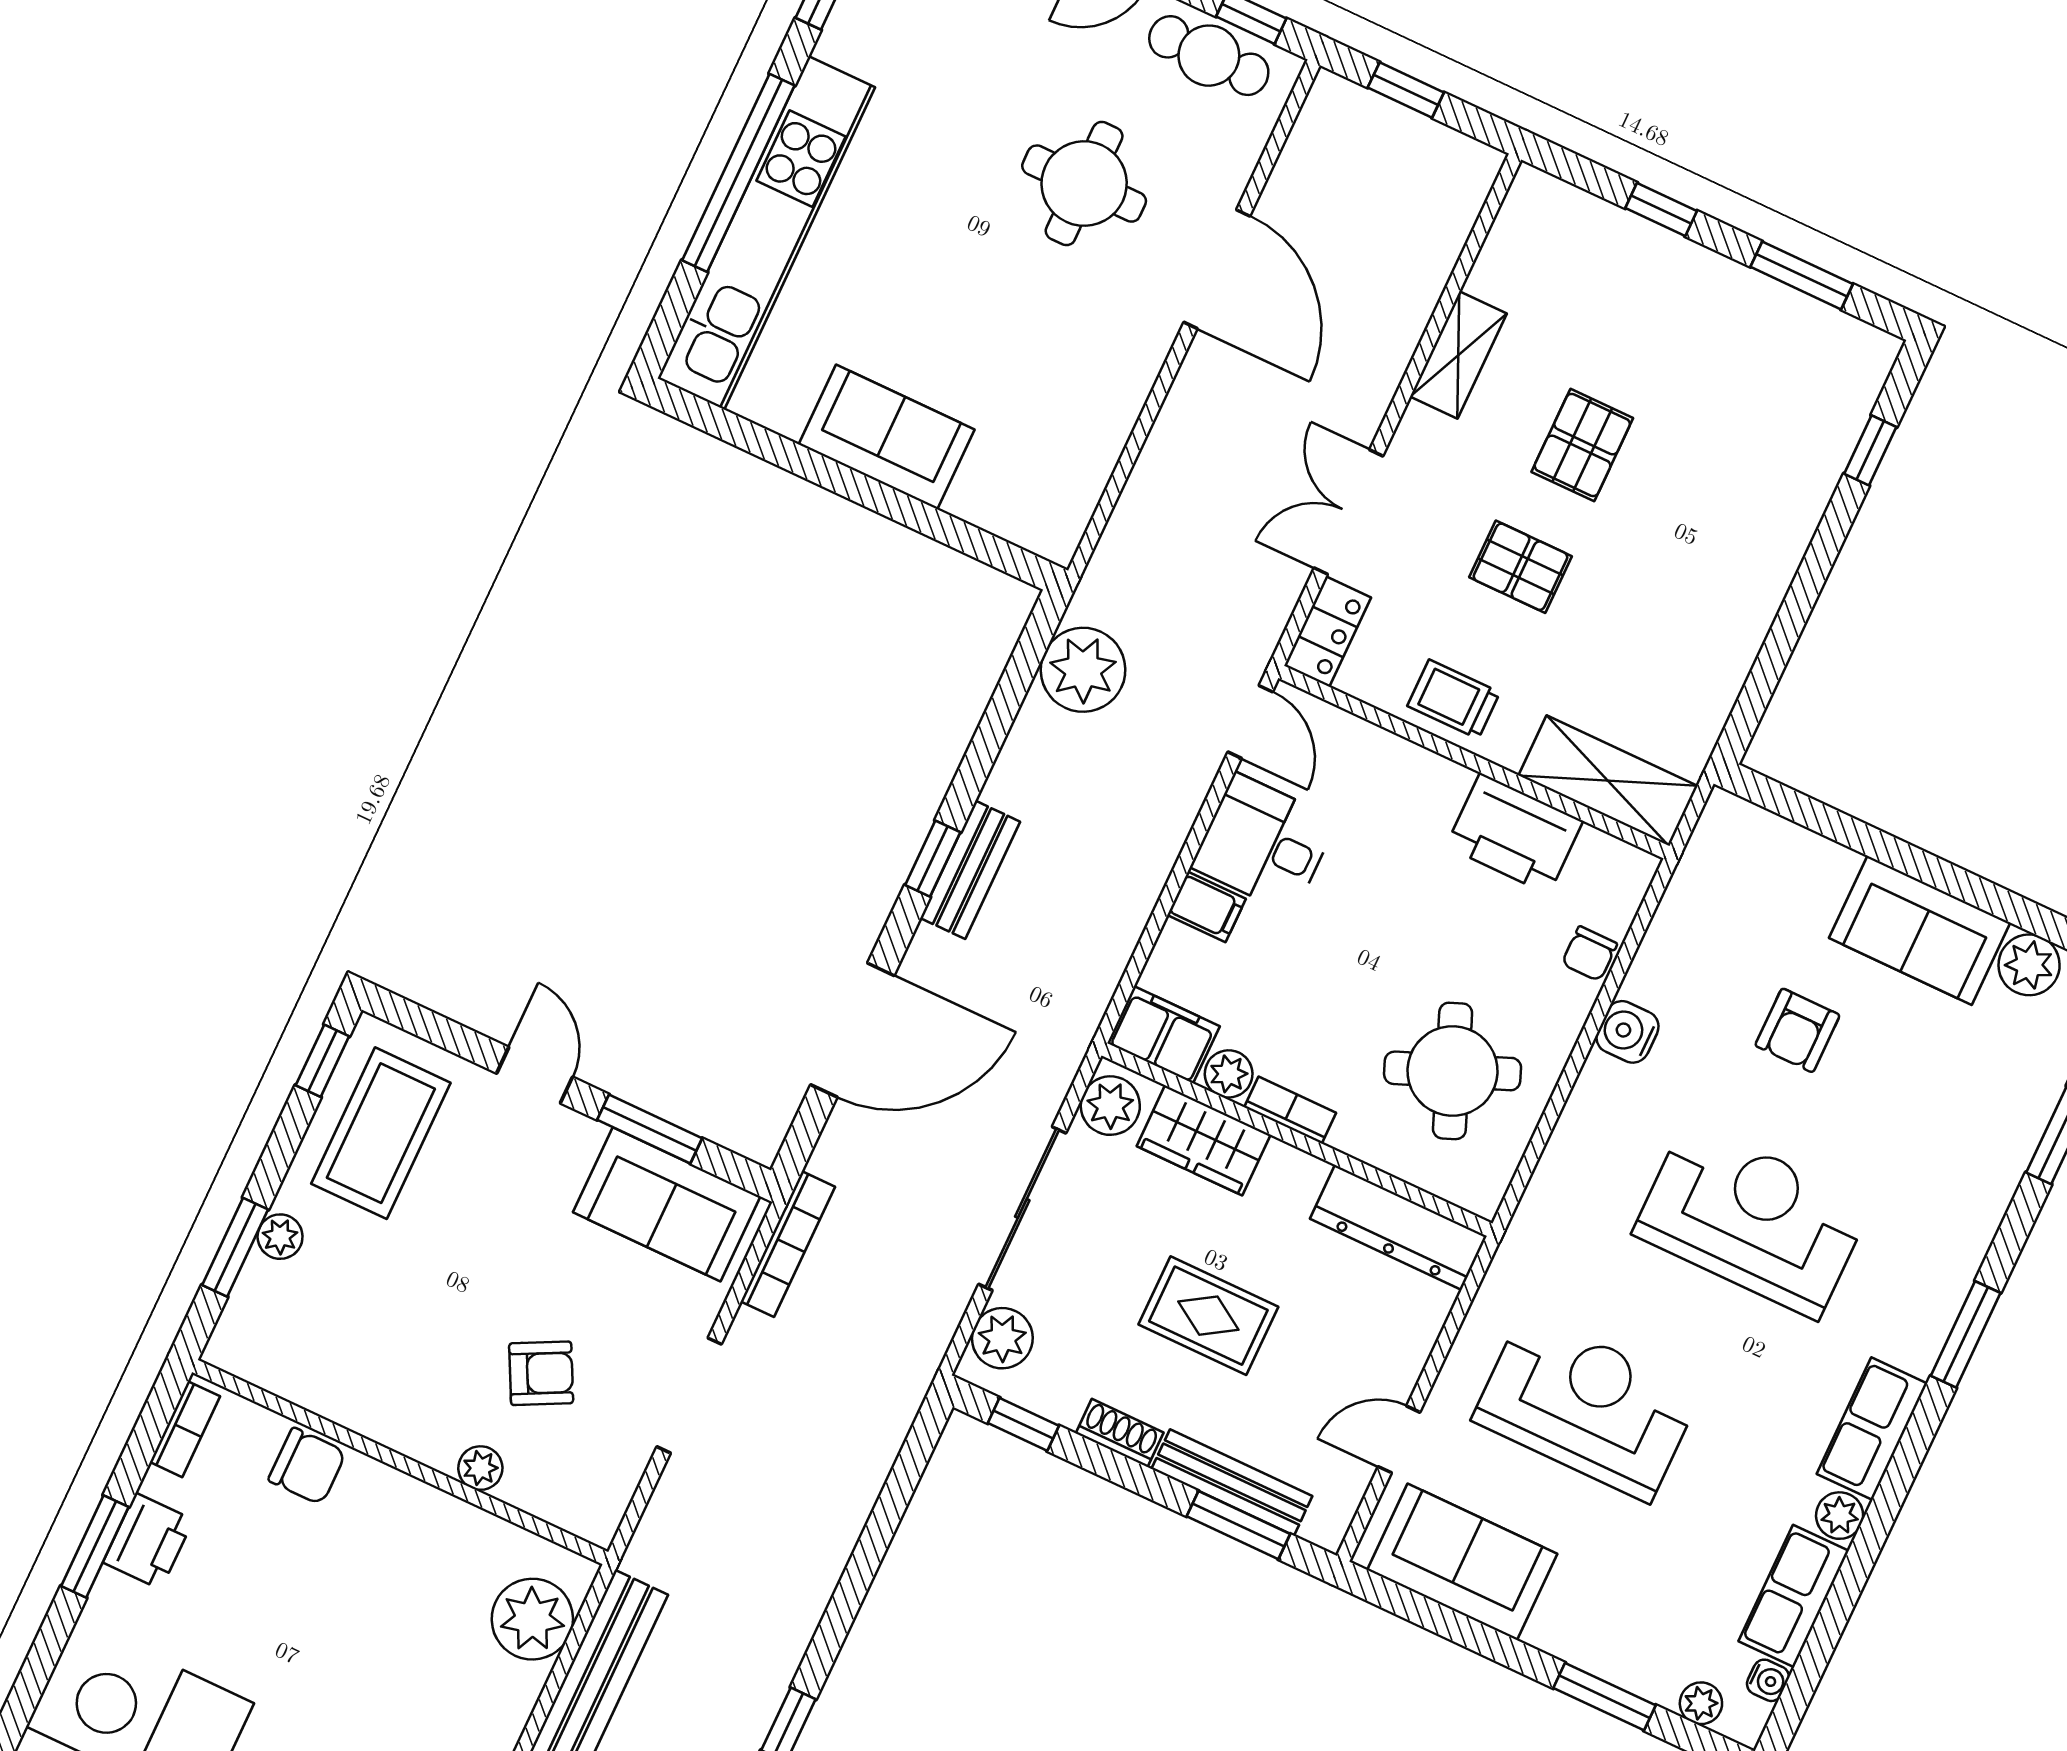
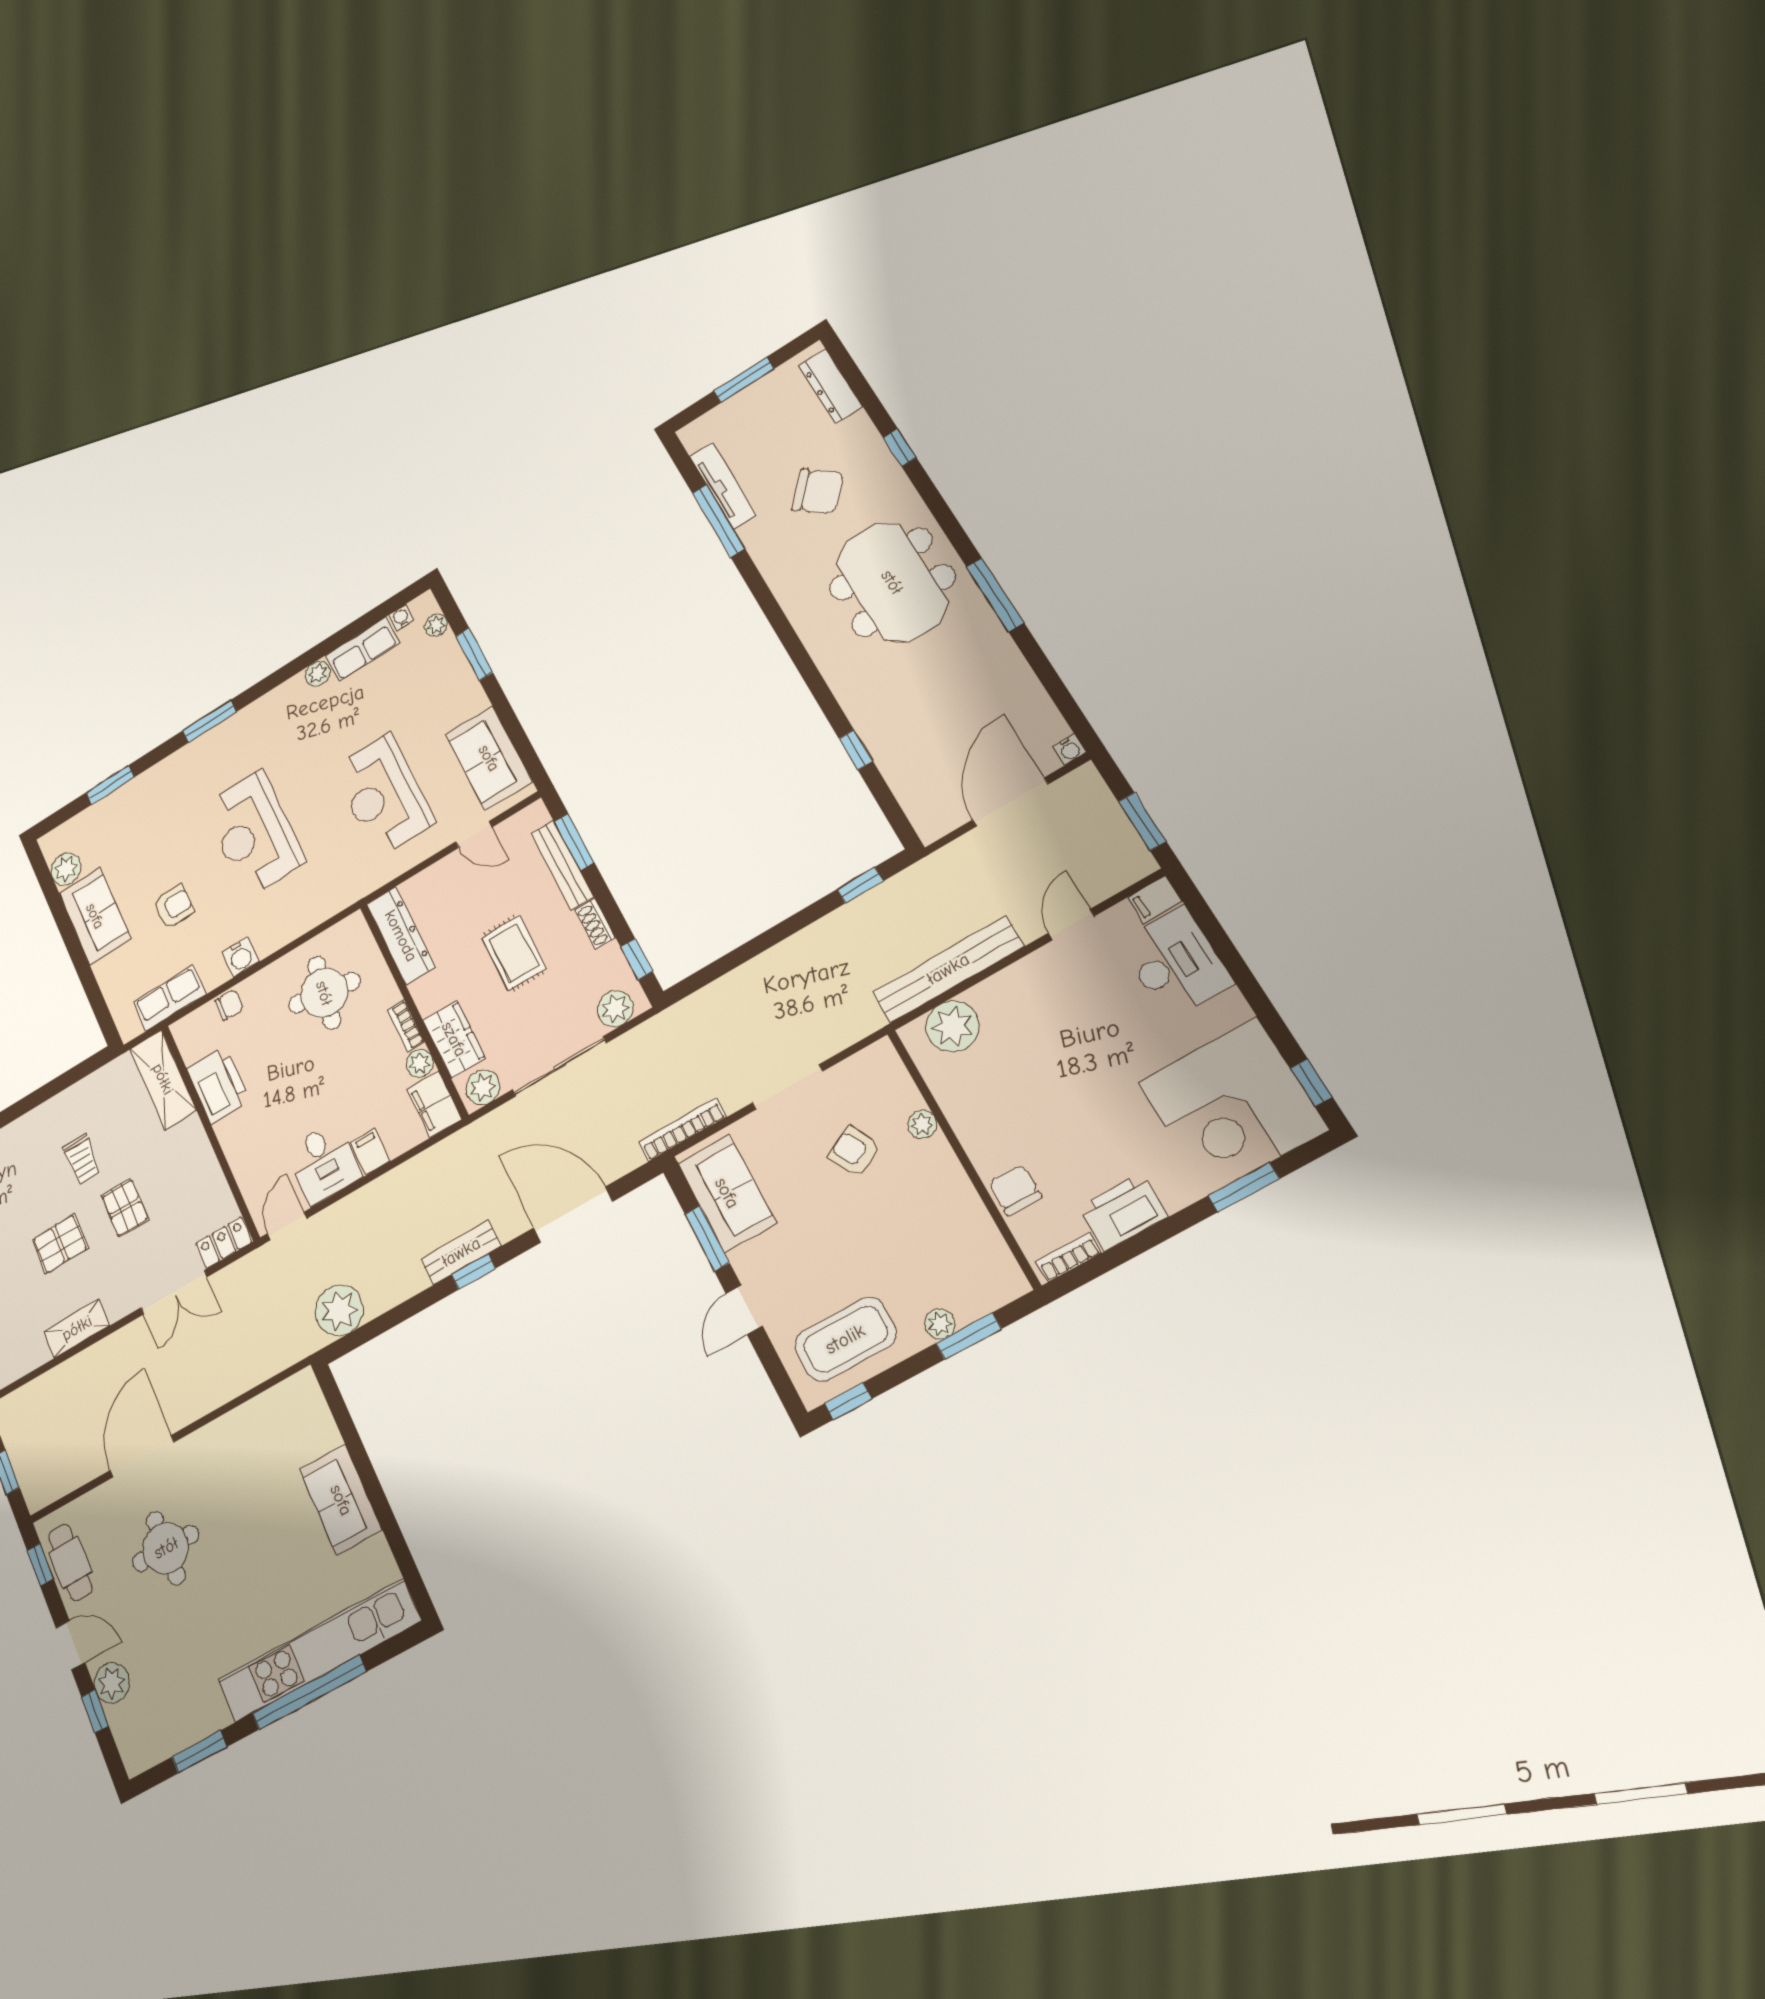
trolley: (1454, 699) -> (82, 1159), moved
round table: (1453, 1071) -> (324, 993), turned 31
row of seats: (1872, 1429) -> (169, 998), moved, turned 180
printer: (148, 1541) -> (1123, 1212), width x1.37, depth x1.19
window: (95, 1546) -> (1244, 1187), moved

